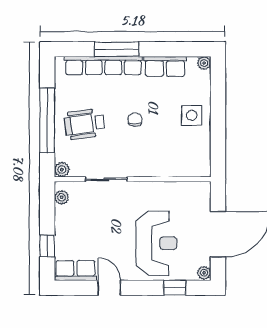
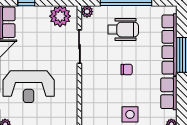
wheelchair: (85, 124) -> (123, 30), turned 98
plant: (62, 197) -> (60, 16), width x1.88, depth x1.88

